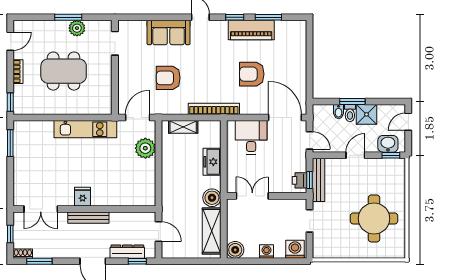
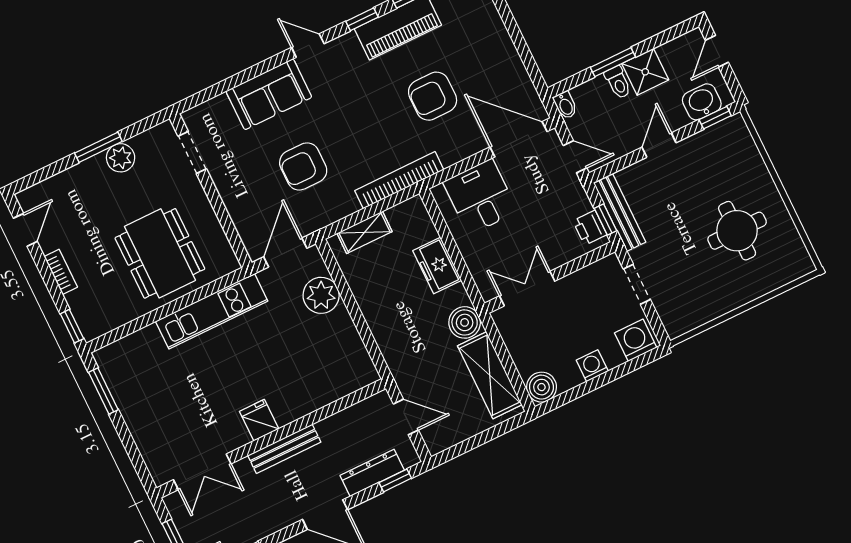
dining table: (64, 71) -> (160, 253), moved, turned 90
bidet: (339, 112) -> (565, 105), moved
round table: (374, 218) -> (737, 231), width x0.73, depth x0.73

